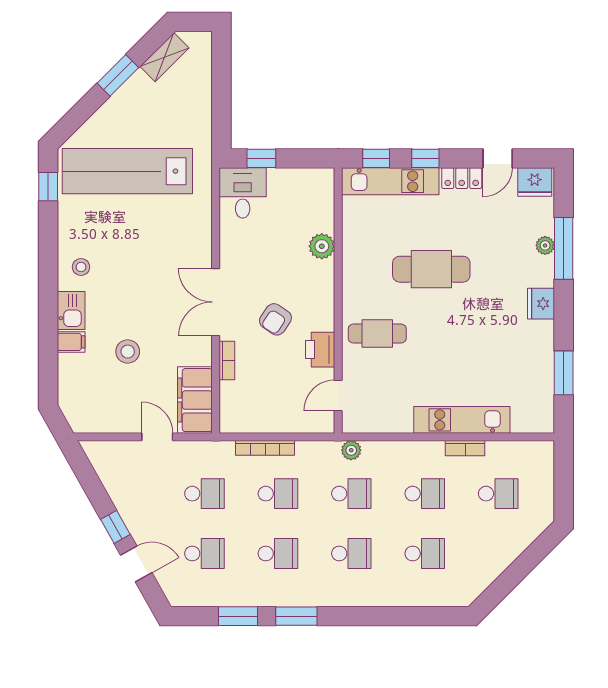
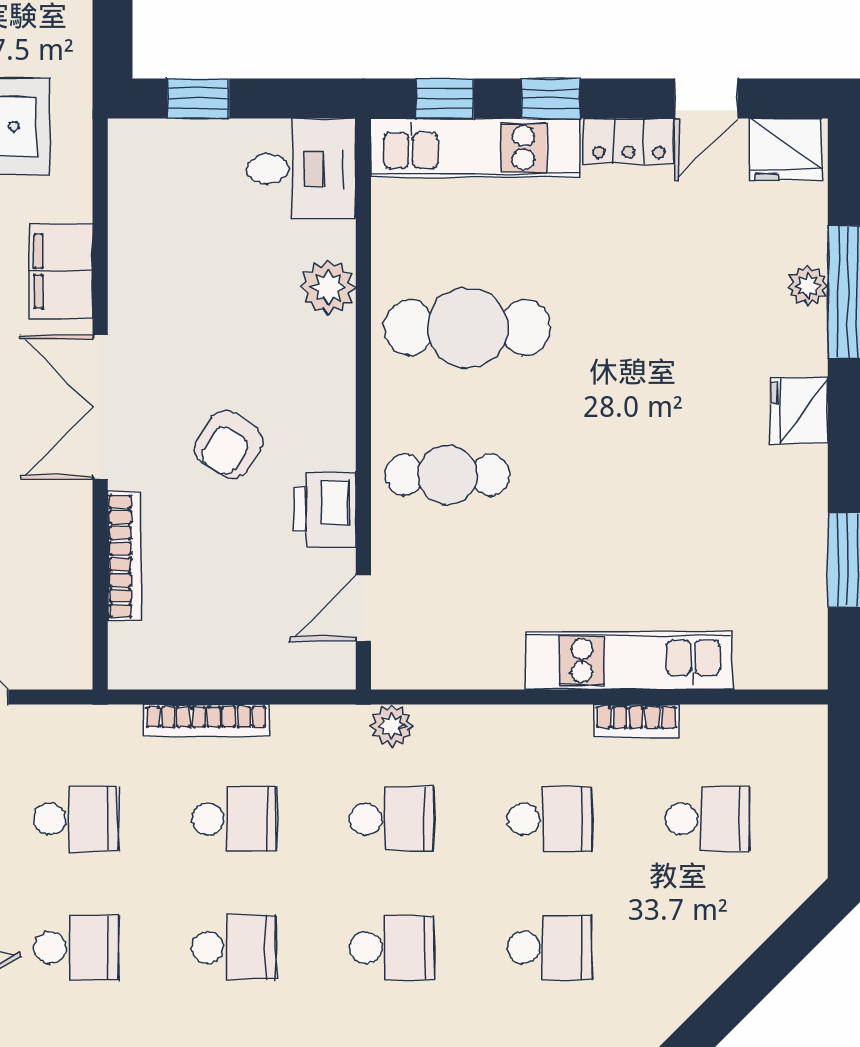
desk: (243, 193) -> (301, 169), moved, turned 90
cafe table: (431, 269) -> (468, 328), moved
bookcase: (227, 360) -> (124, 556), width x1.56
filing cabinet: (195, 400) -> (61, 271), moved, width x0.67, depth x0.86

